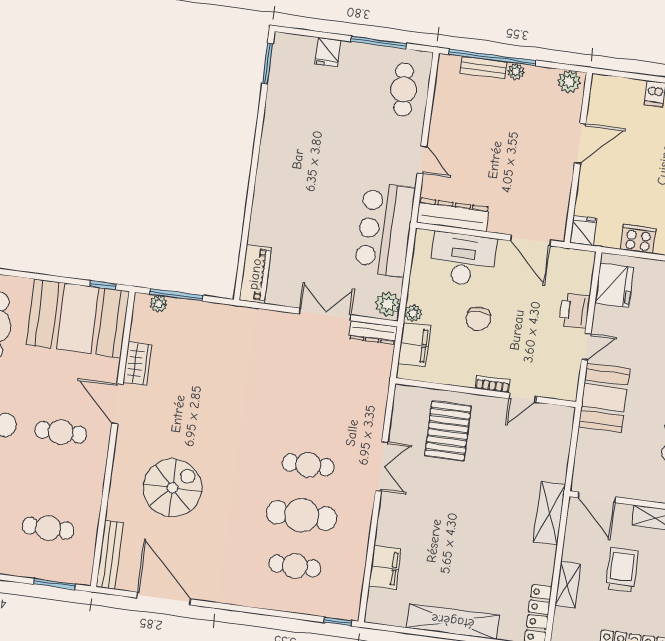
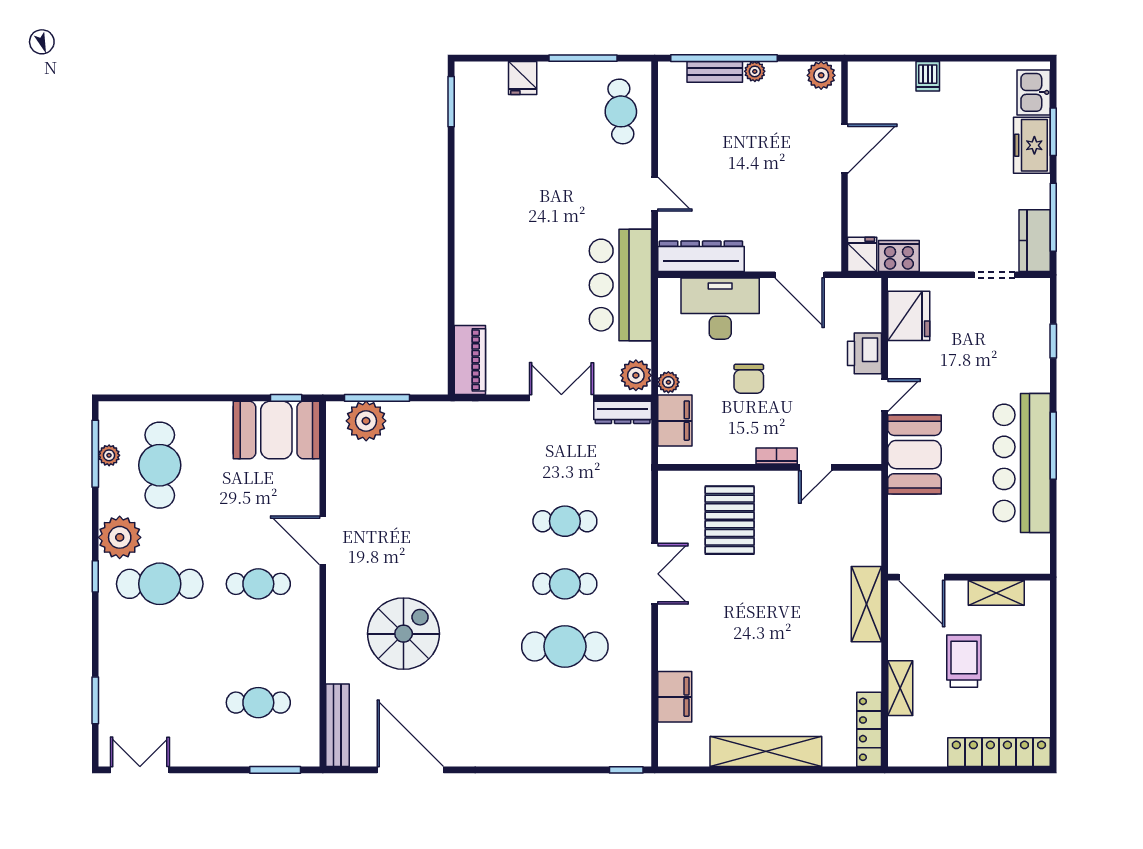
cooker: (638, 239) -> (899, 256), moved
plant: (158, 304) -> (366, 421), width x1.88, depth x1.88
booth: (78, 318) -> (276, 430), width x0.73, depth x0.70
wardrobe: (137, 364) -> (341, 488), removed
cafe table: (295, 566) -> (565, 521), moved

